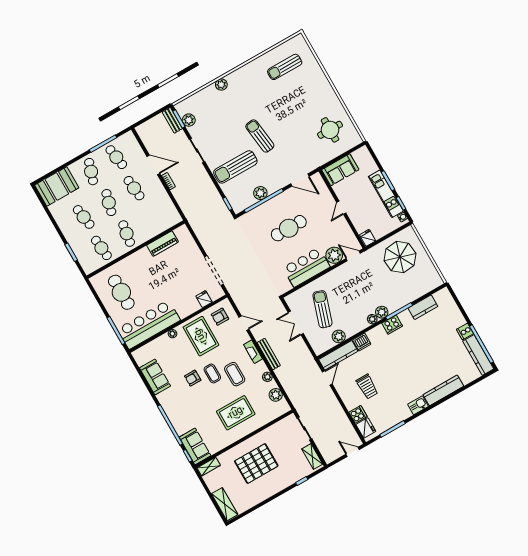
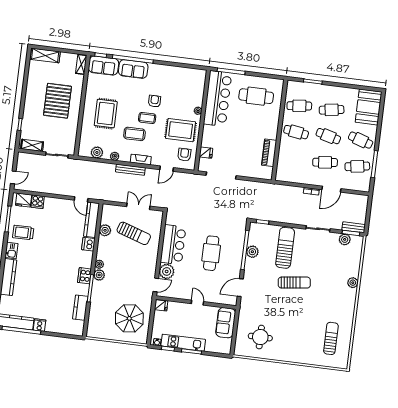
sofa: (155, 377) -> (133, 69), moved
trolley: (367, 386) -> (23, 233), moved

